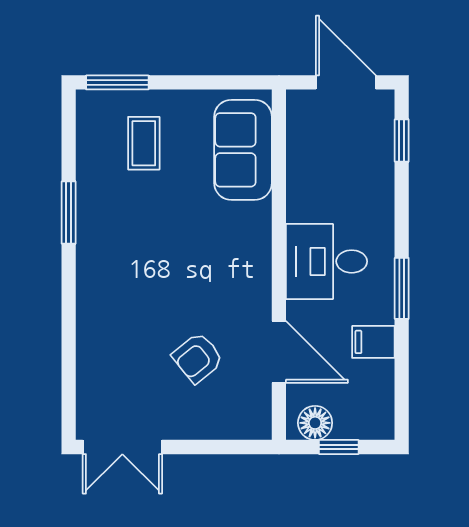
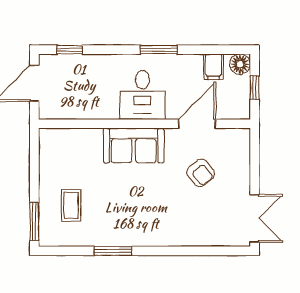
coffee table: (144, 143) -> (71, 205), turned 90
sofa: (243, 150) -> (134, 145), moved
filing cabinet: (373, 342) -> (213, 67), moved
floor lamp: (315, 423) -> (240, 64), moved

